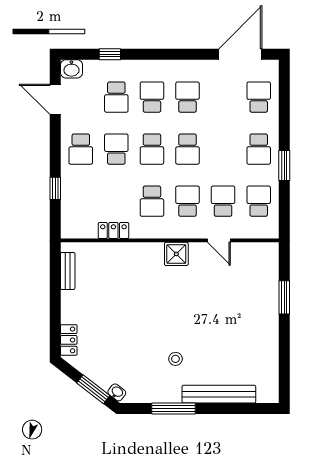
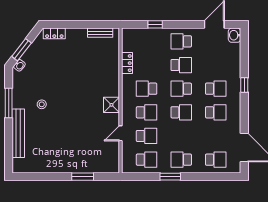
window: (110, 54) -> (244, 85), moved
school desk: (116, 97) -> (216, 65), removed
school desk: (188, 149) -> (181, 112), turned 180

